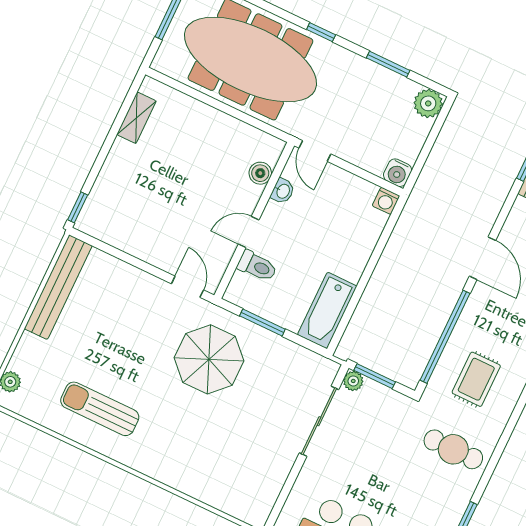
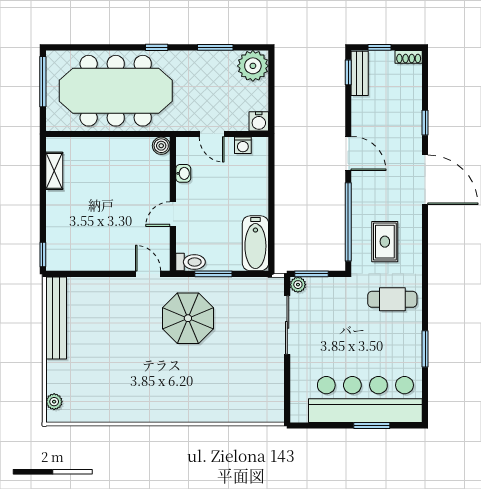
plant: (428, 103) -> (253, 66), width x1.36, depth x1.36
door: (315, 151) -> (212, 134), moved
boiler: (260, 173) -> (161, 146), moved
washing machine: (386, 201) -> (243, 145), moved
toilet: (257, 266) -> (191, 262), moved
sun lounger: (100, 409) -> (127, 390), removed

